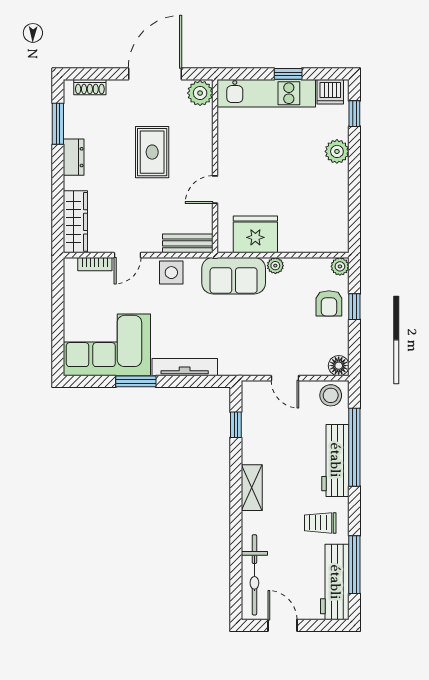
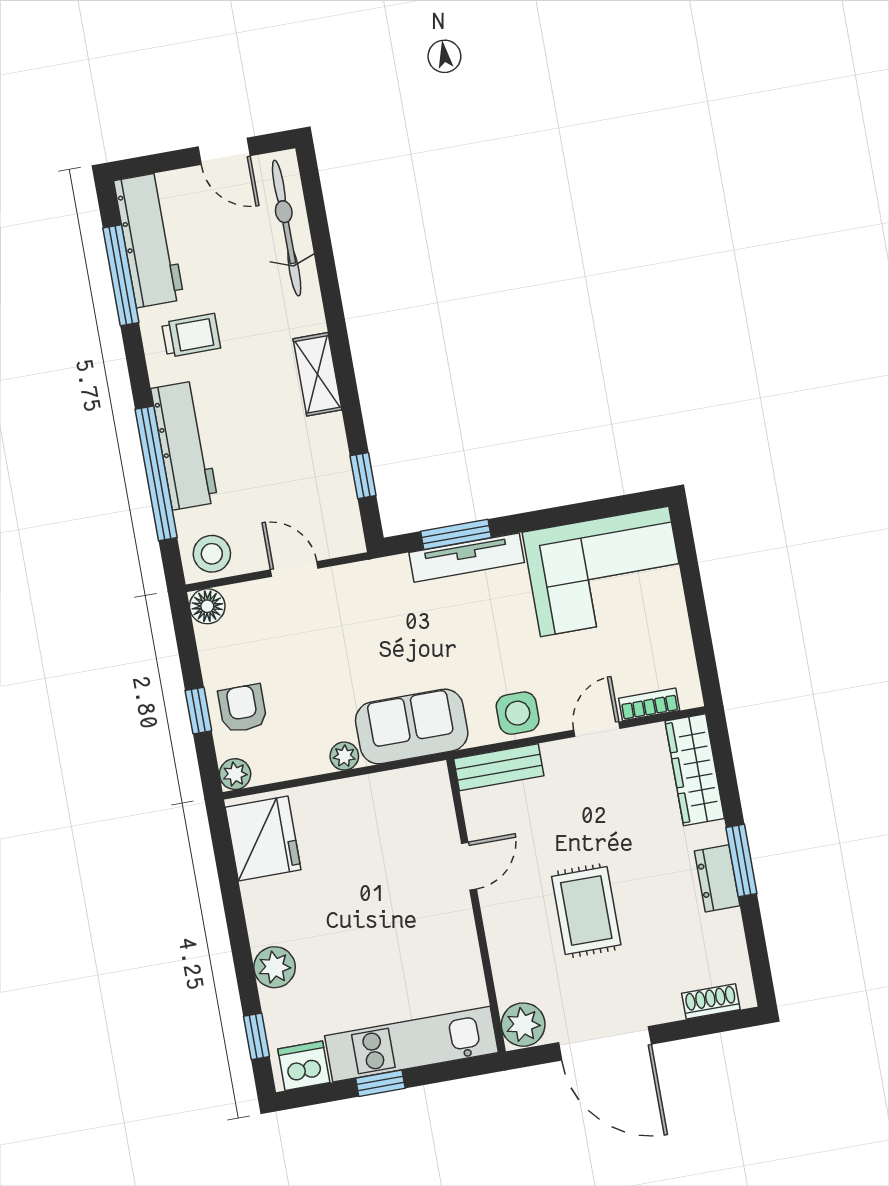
door: (155, 74) -> (605, 1043), hinge flipped
window: (58, 124) -> (741, 861), moved
fridge: (255, 234) -> (263, 838), moved, turned -90
window: (136, 381) -> (456, 534), moved

